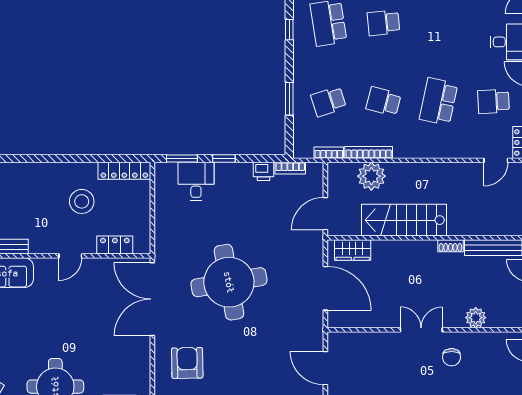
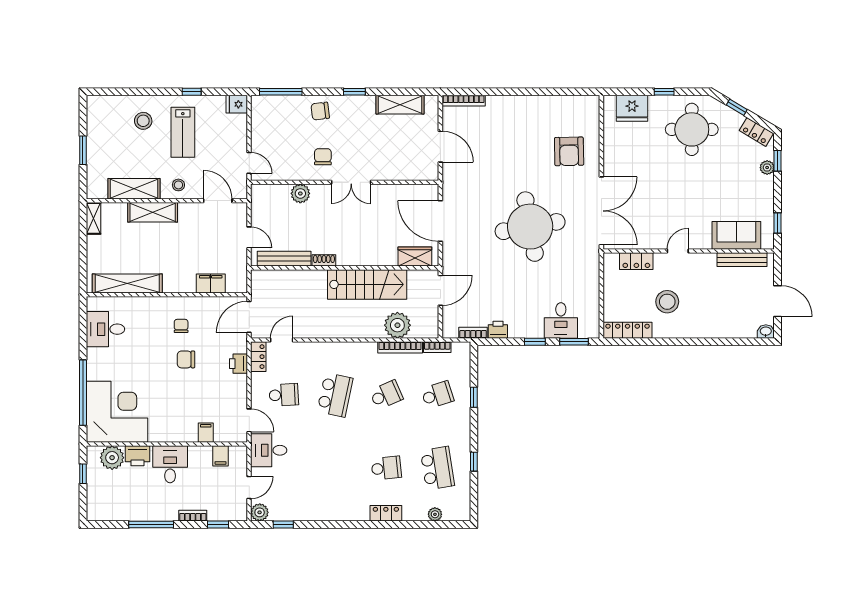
window: (289, 99) -> (474, 397), width x0.67
school desk: (383, 101) -> (386, 395), turned -39

